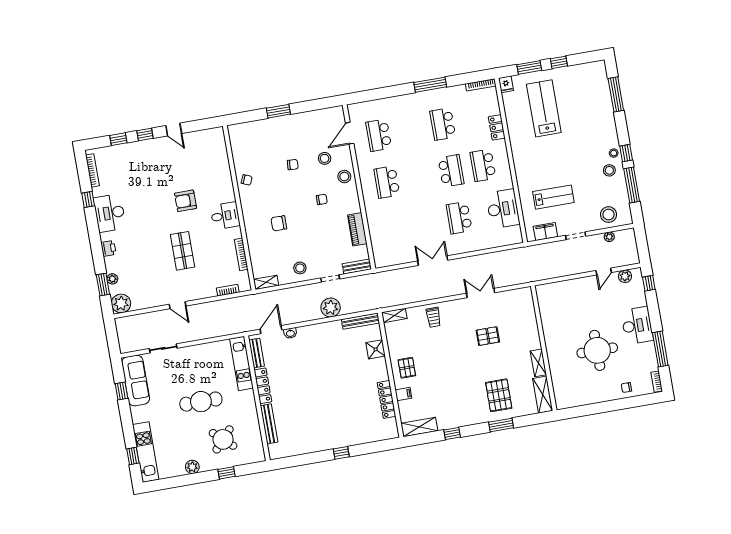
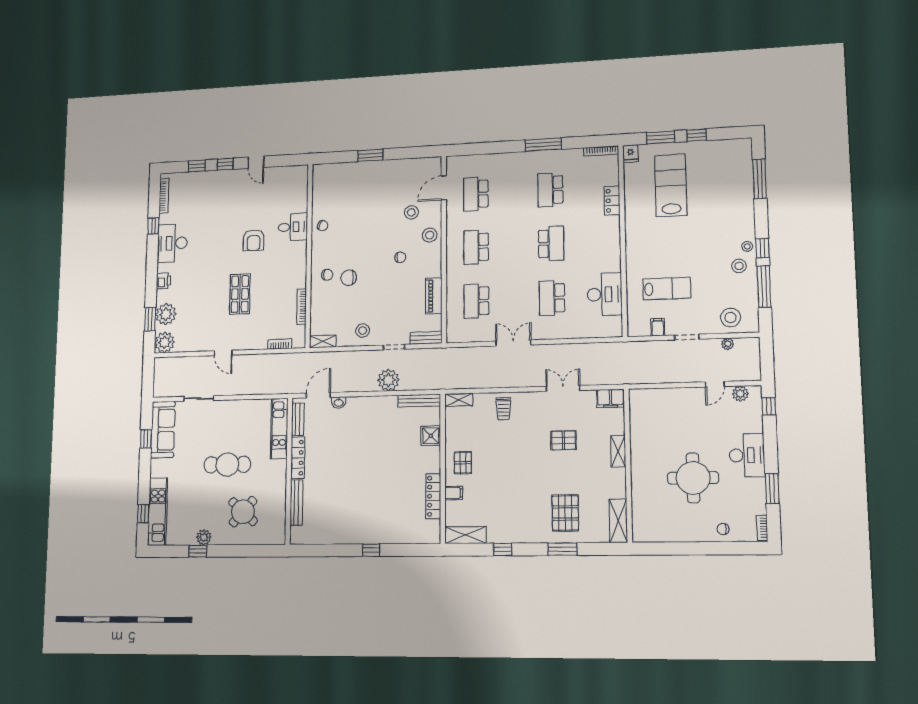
chair: (293, 165) -> (327, 275), moved
school desk: (483, 165) -> (476, 301), moved
armchair: (186, 201) -> (254, 240), turned -90
desk: (225, 216) -> (293, 227), moved
filing cabinet: (545, 232) -> (658, 327), width x0.50
plant: (112, 279) -> (166, 314), width x1.87, depth x1.87
filing cabinet: (521, 296) -> (610, 398), added
window: (660, 349) -> (772, 489), width x0.69
shelving: (538, 363) -> (618, 451), moved
window: (226, 473) -> (198, 551), moved

